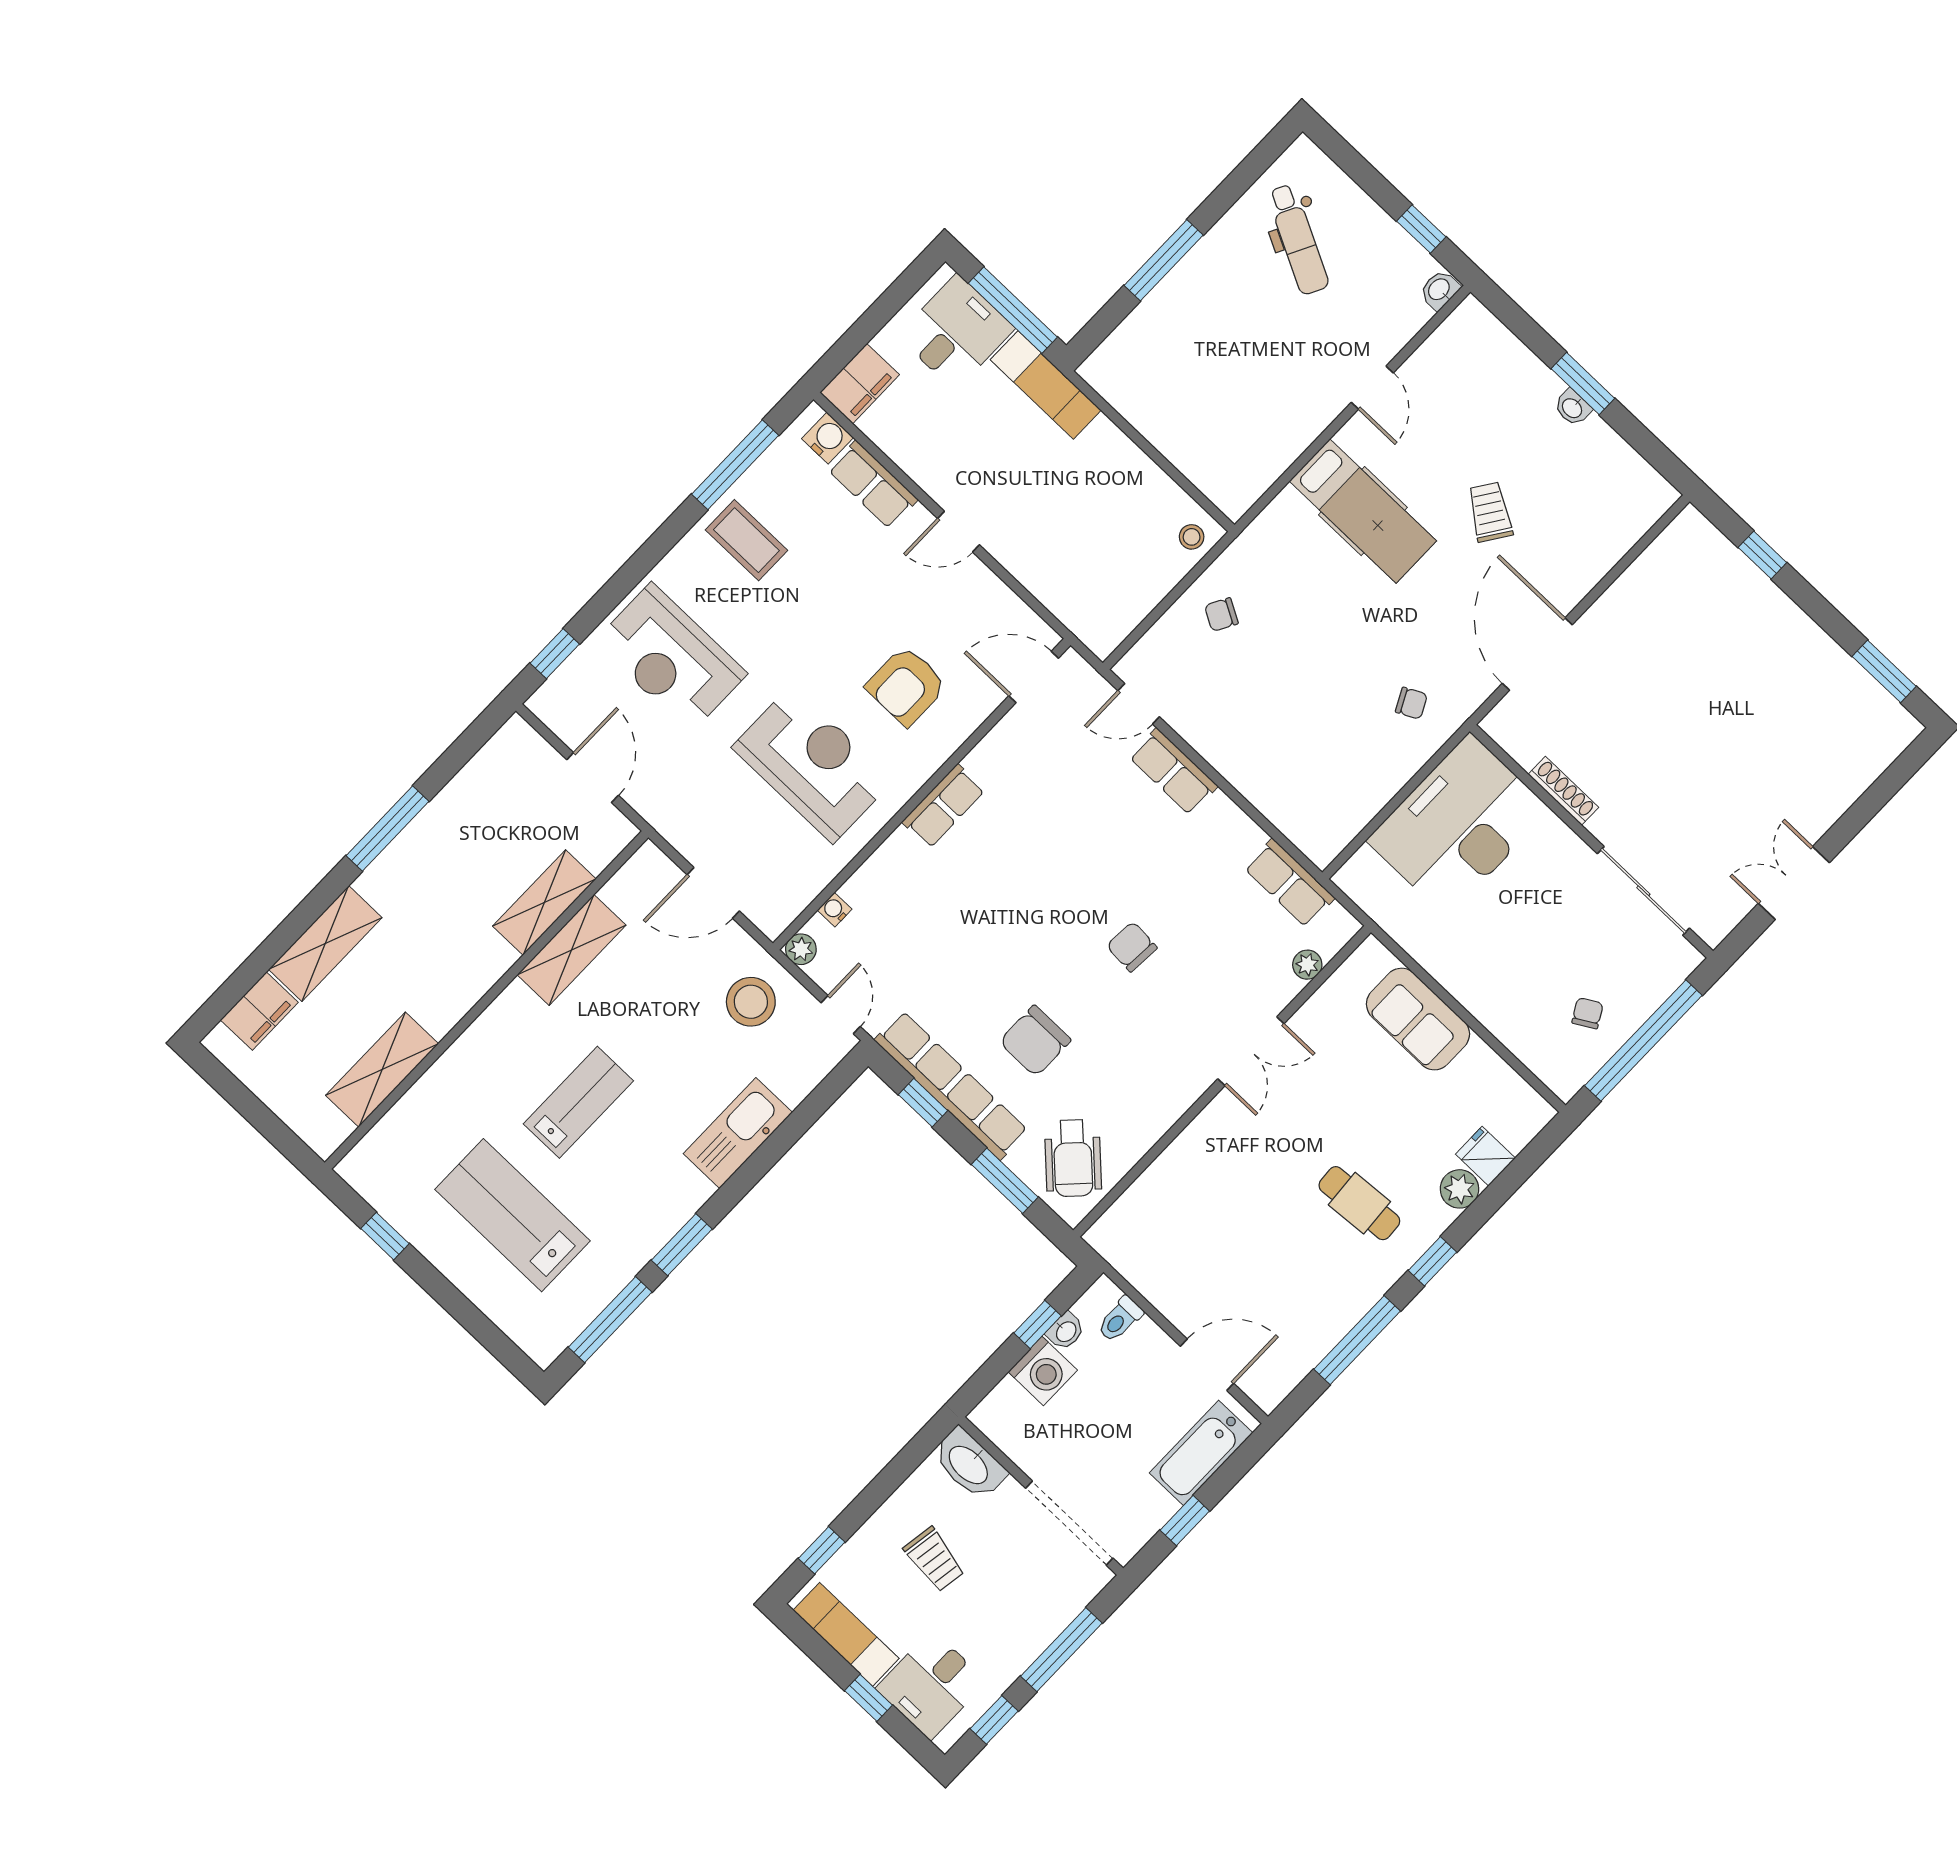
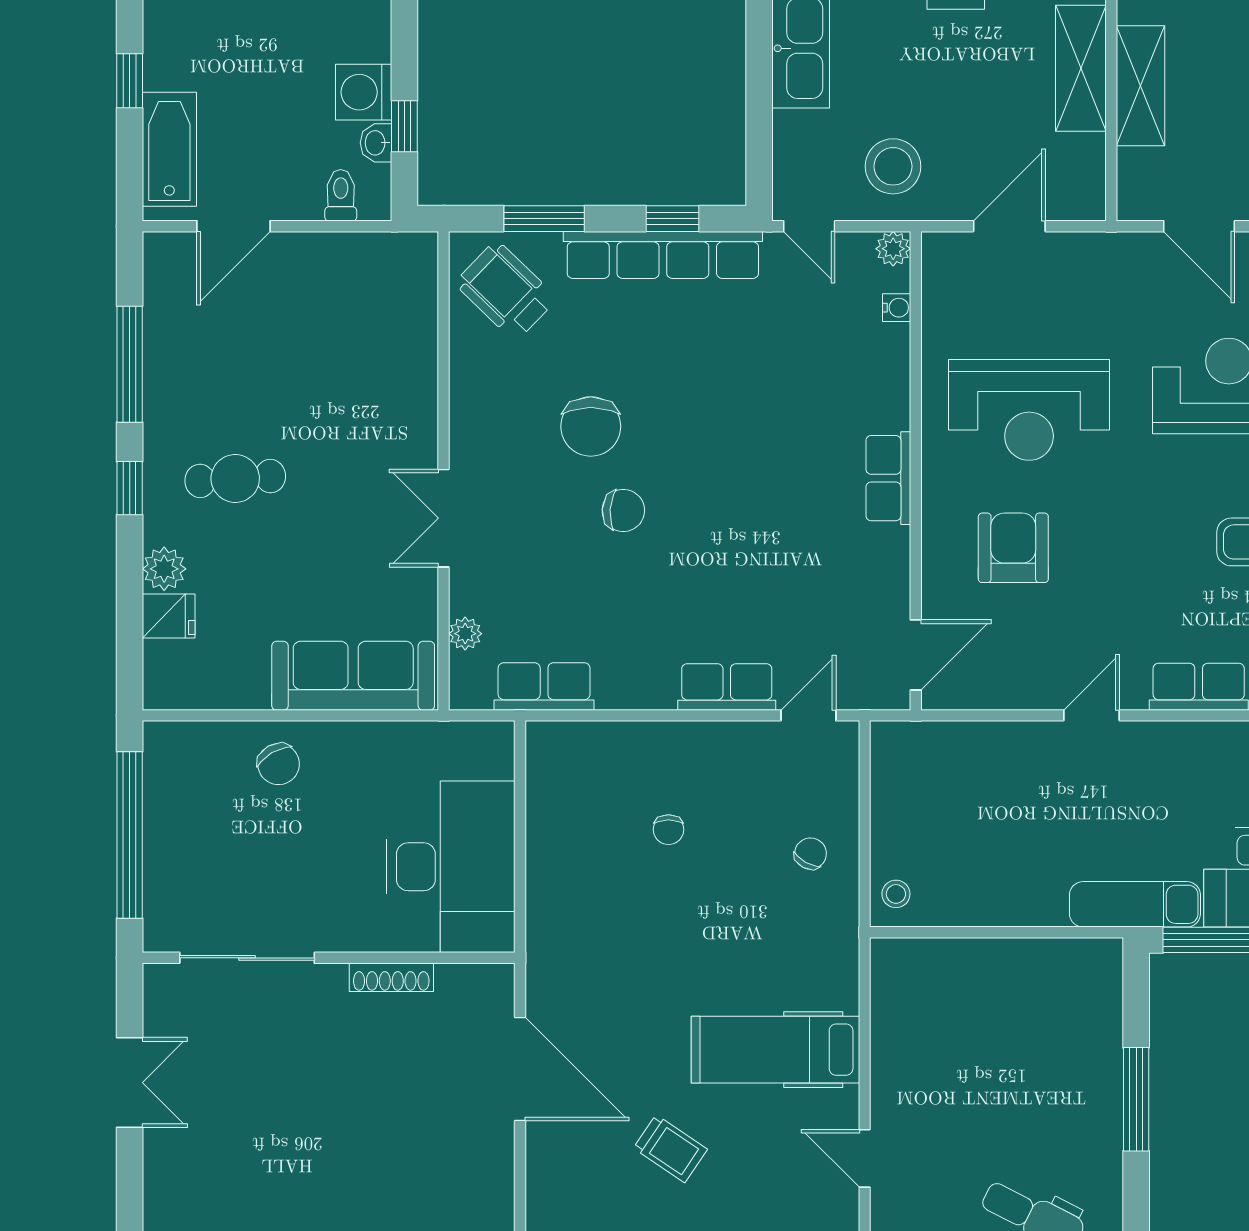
chair: (1411, 703) -> (668, 830), moved, turned -63
chair: (1588, 1013) -> (279, 764), moved, width x1.37, depth x1.37
sofa: (1418, 1019) -> (353, 676), width x1.36
chair: (1035, 1041) -> (591, 426), moved, turned 180

